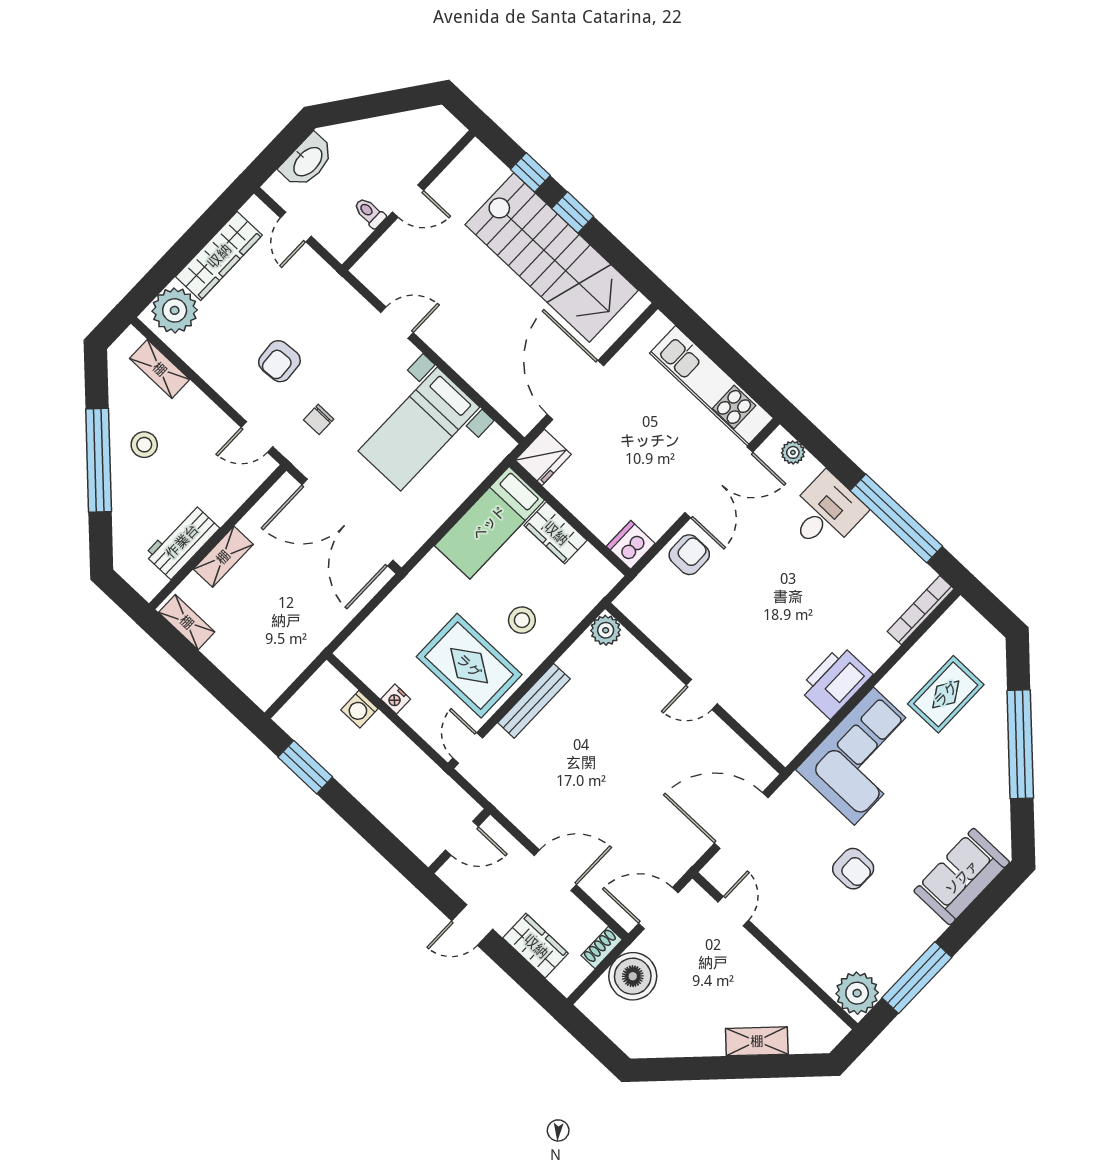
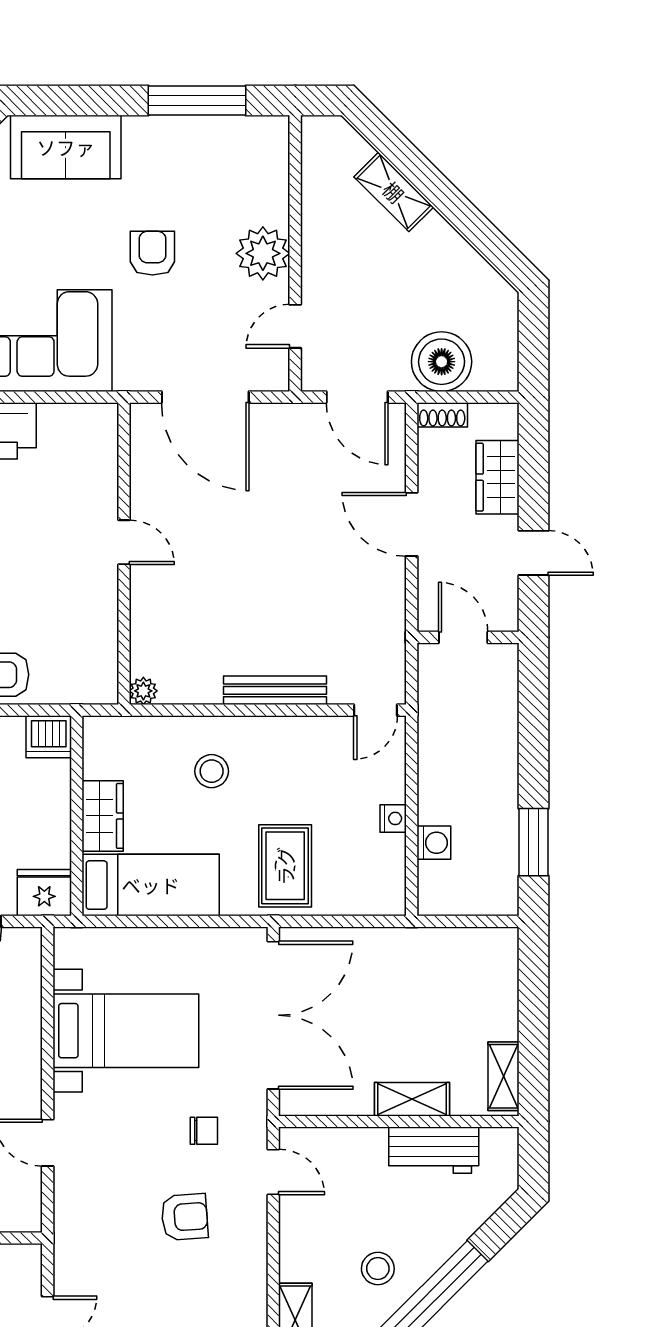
plant: (606, 630) -> (143, 691), width x0.73, depth x0.73
rug: (469, 666) -> (285, 866), moved, width x0.73, depth x0.70
plant: (857, 993) -> (263, 253), moved

